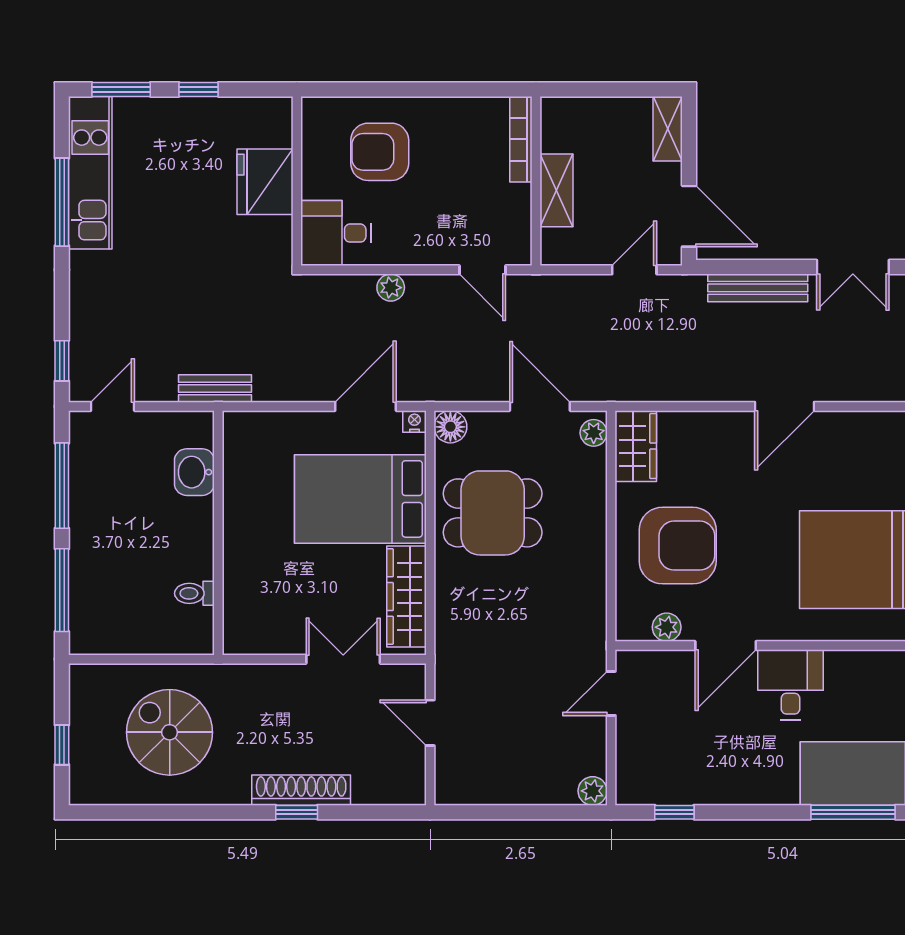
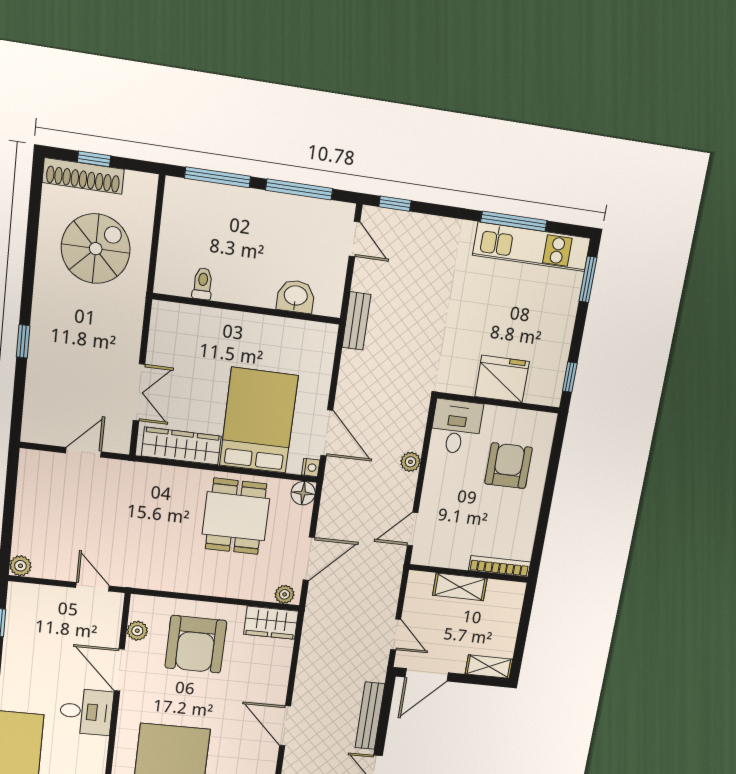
window: (199, 89) -> (570, 377), moved
shoe rack: (301, 790) -> (83, 176), moved, turned 90

